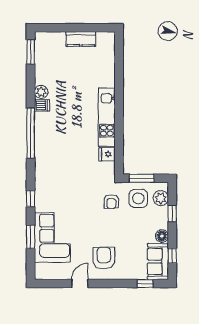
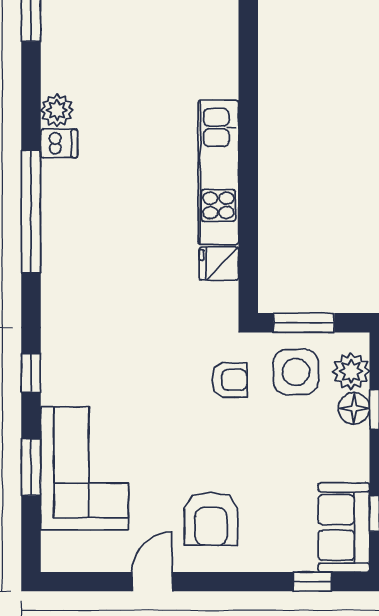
armchair: (111, 202) -> (230, 380), turned -90
floor lamp: (162, 236) -> (354, 408), moved
armchair: (104, 258) -> (211, 519), turned 180

